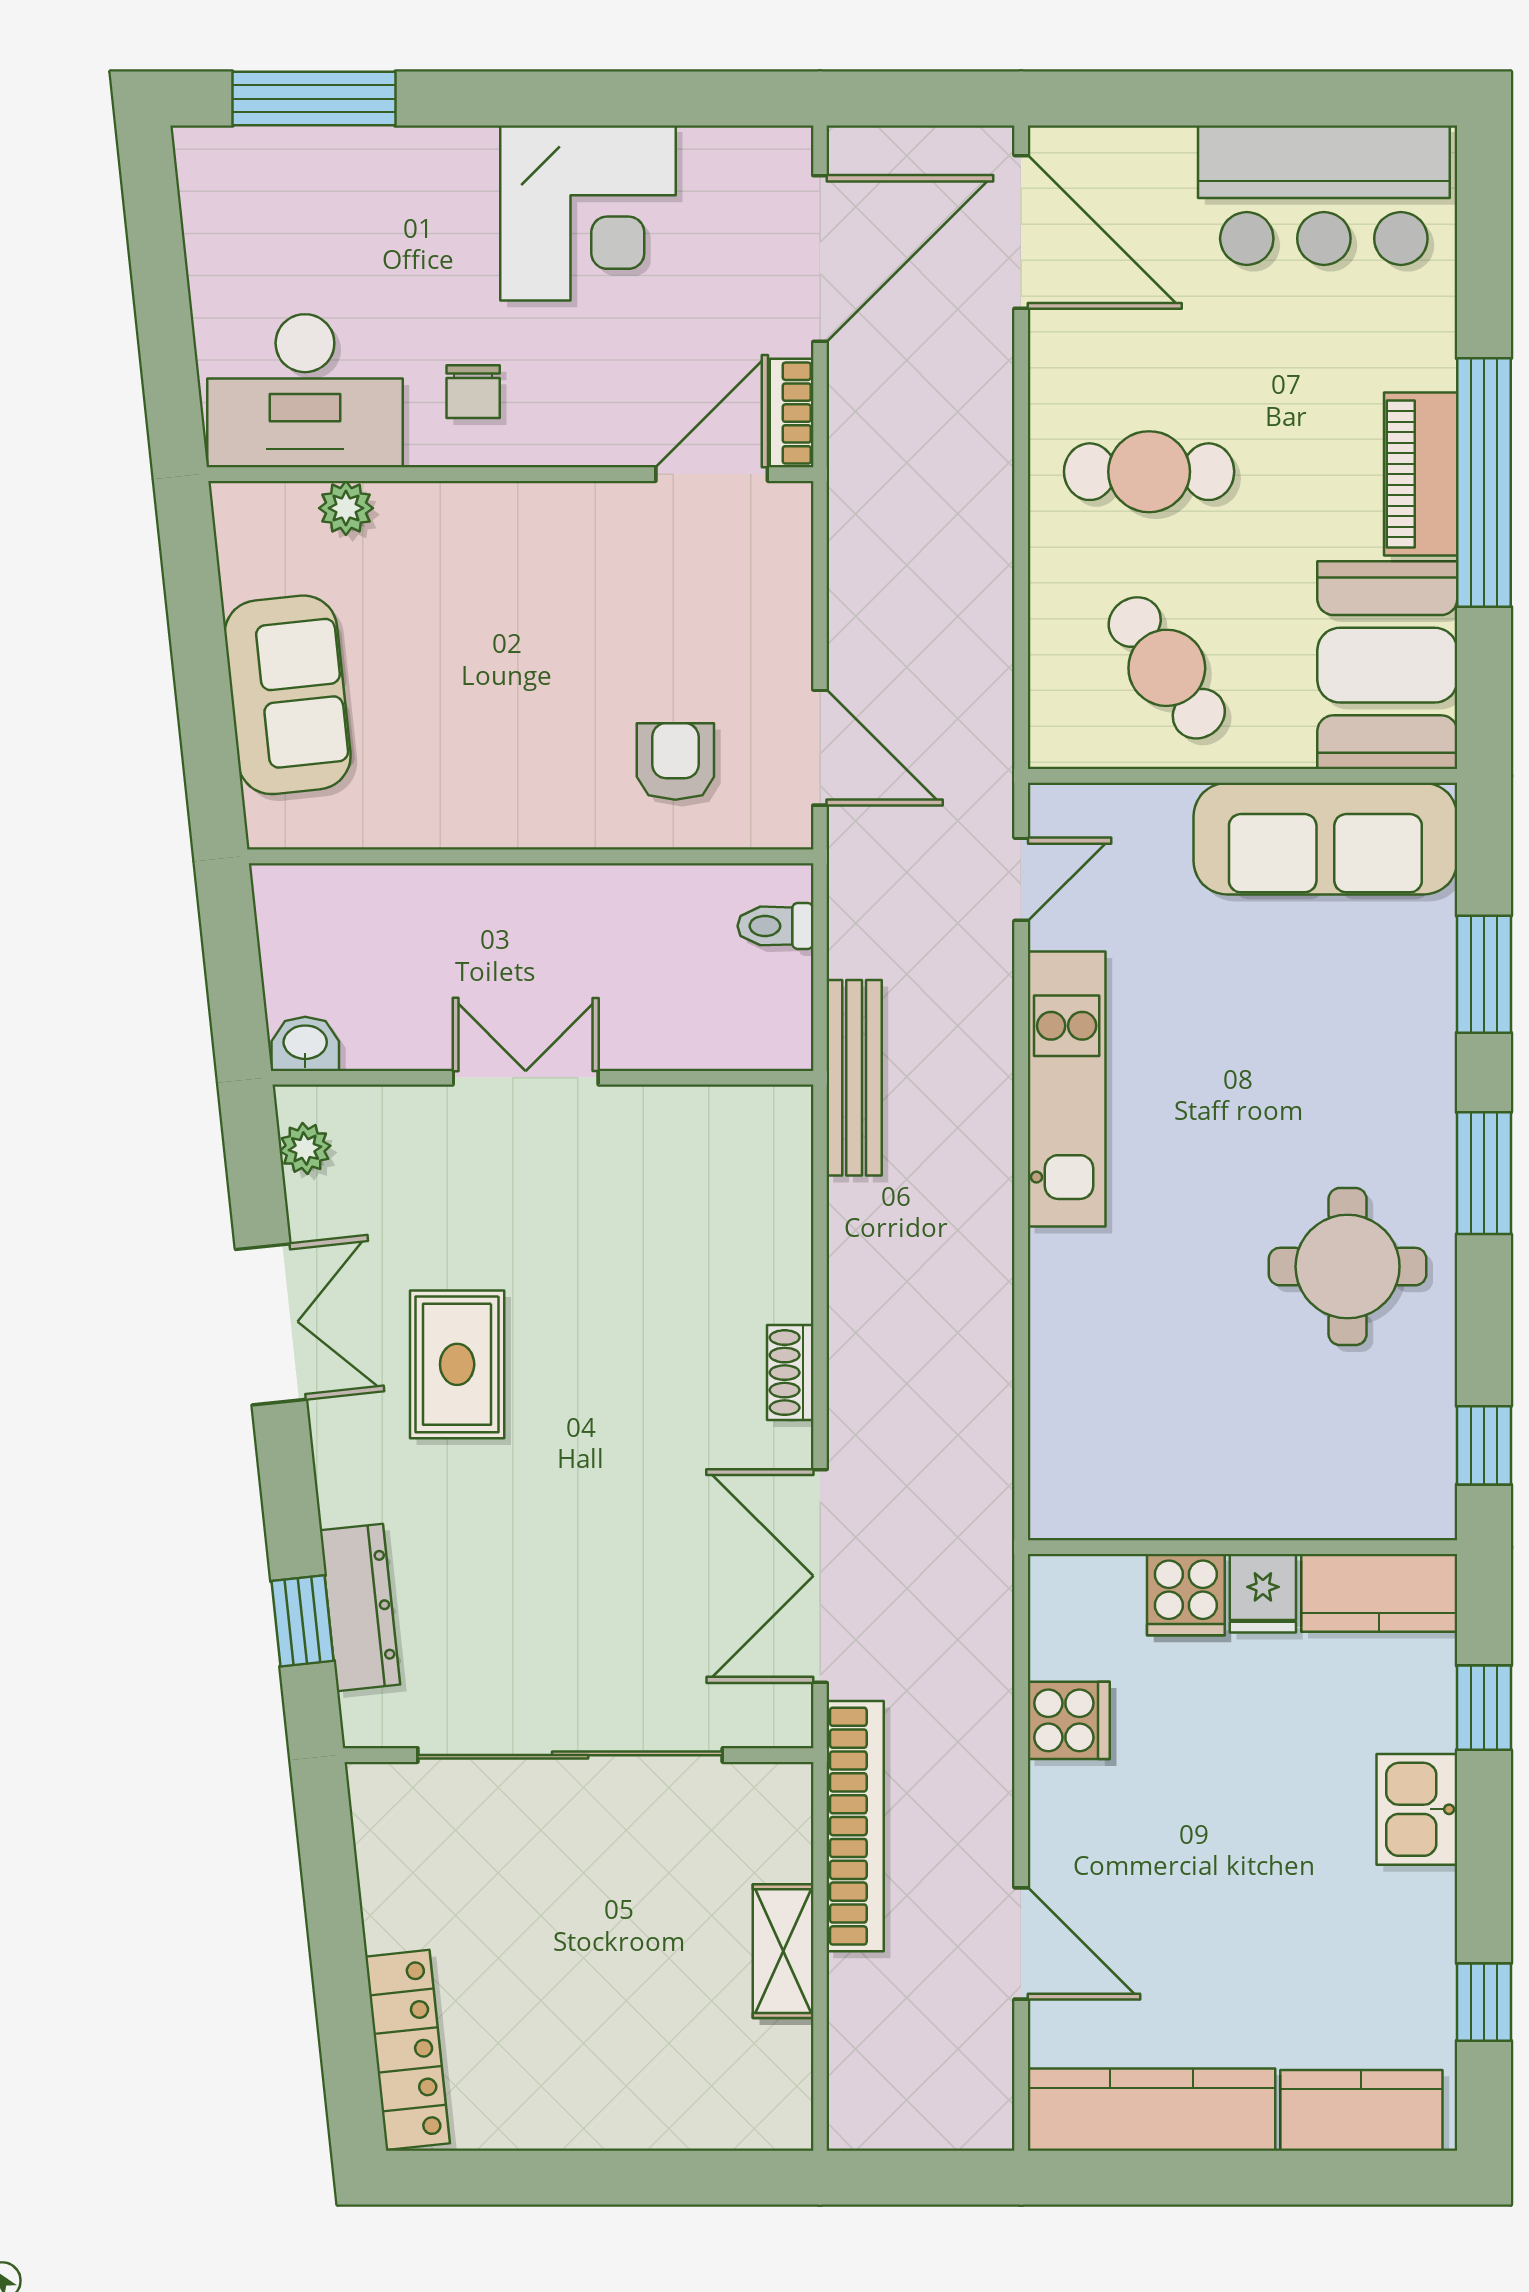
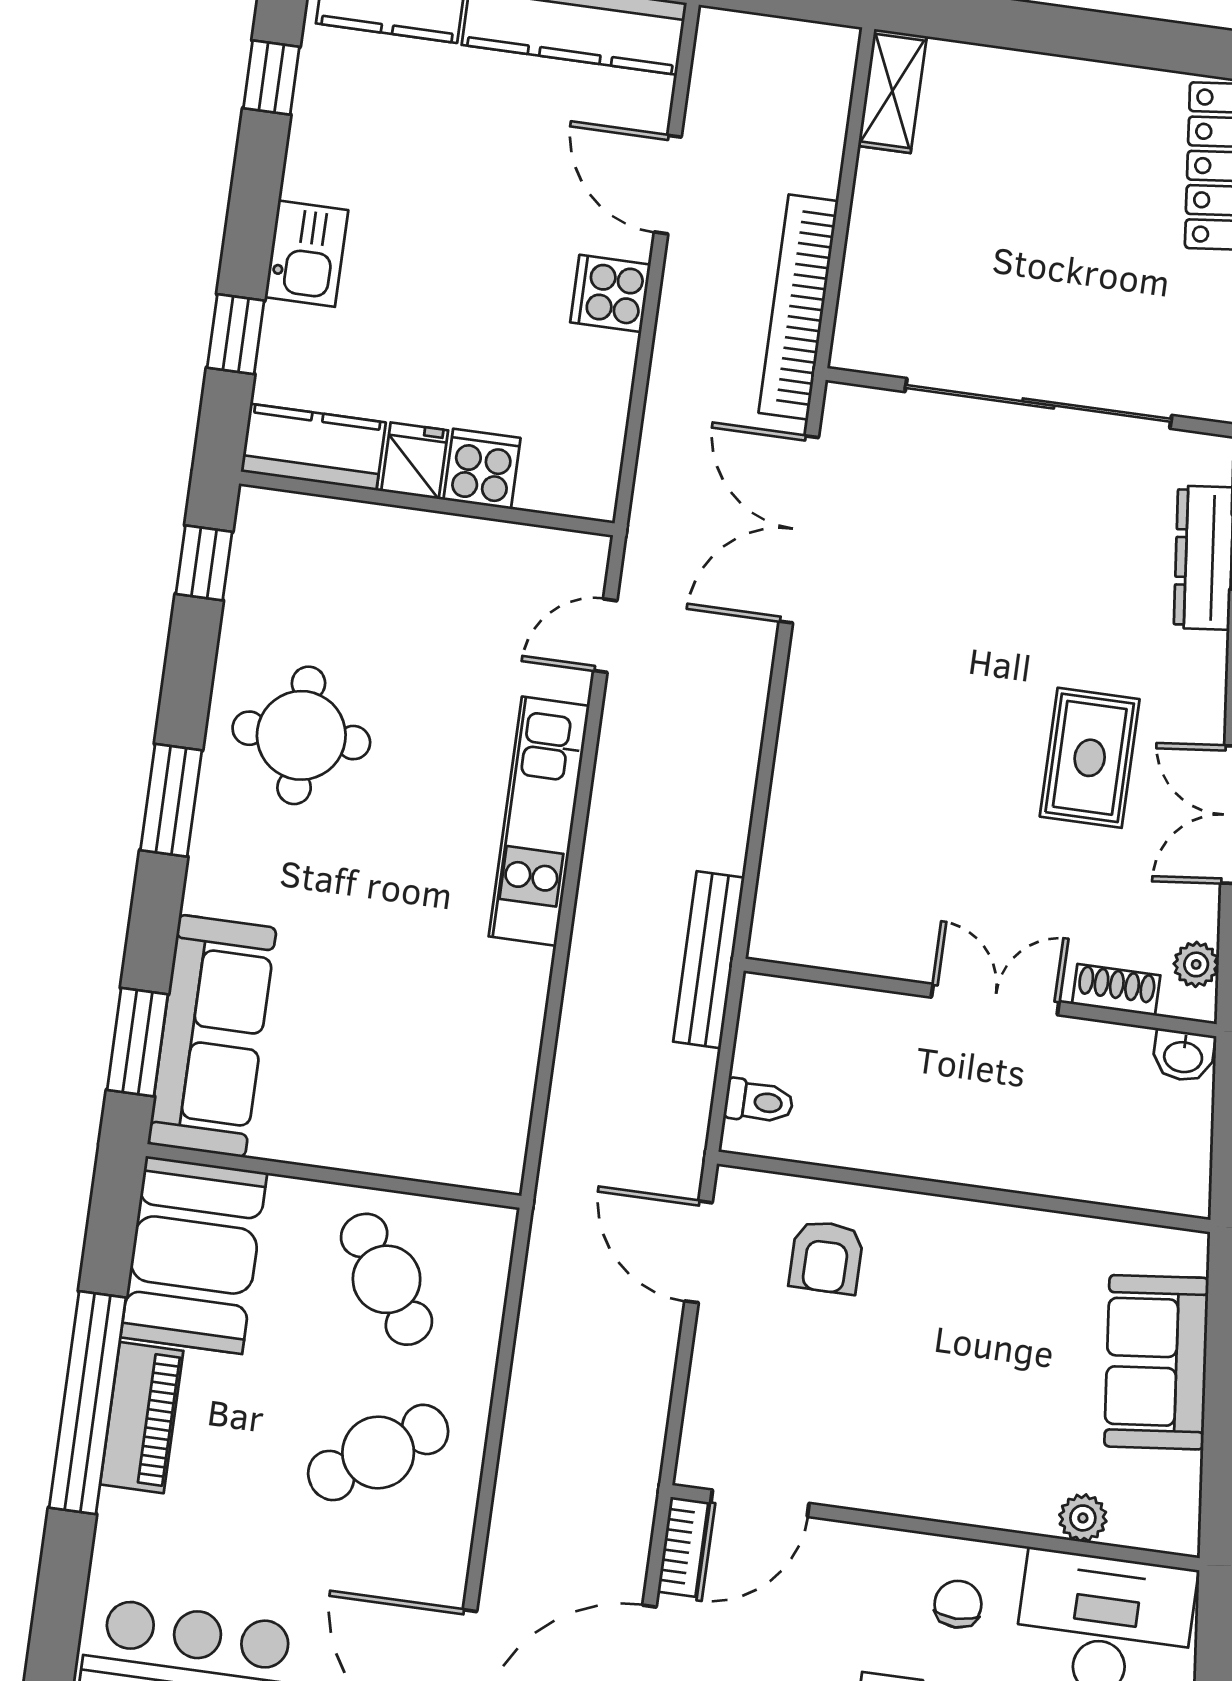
cafe table: (1149, 472) -> (378, 1452), turned -34
sofa: (1325, 839) -> (212, 1036), moved, turned 90
door: (1021, 879) -> (605, 636), moved
window: (1484, 974) -> (137, 1042), moved
double door: (526, 1078) -> (995, 999), swing flipped
kitchen unit: (1067, 1089) -> (539, 821), moved
shoe rack: (790, 1373) -> (1116, 990), moved, turned -90
double door: (820, 1576) -> (799, 529), swing flipped
cooker: (1069, 1720) -> (610, 293), moved
shelving: (783, 1951) -> (892, 91), moved

